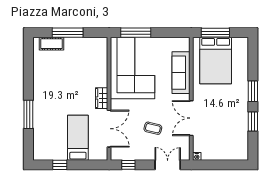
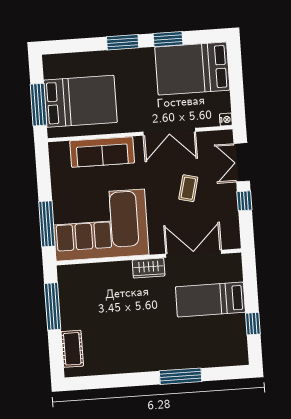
window: (68, 33) -> (53, 306), moved
bed: (232, 136) -> (192, 69), added
window: (128, 165) -> (244, 201), moved

